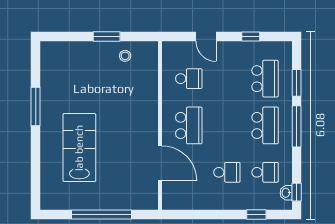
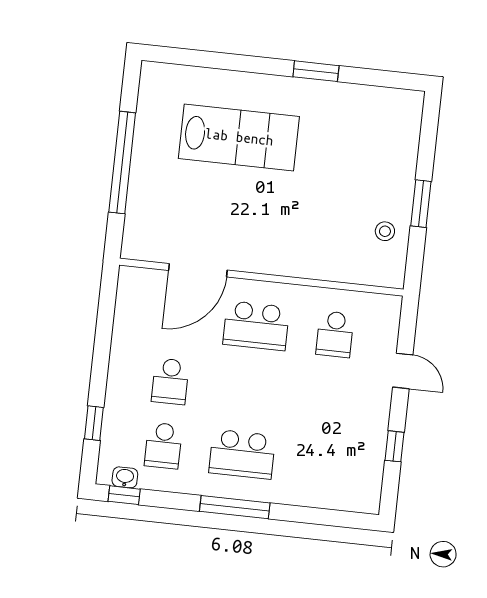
door: (206, 36) -> (403, 371), swing flipped
school desk: (265, 79) -> (321, 463), removed
window: (297, 83) -> (308, 515), removed
window: (36, 107) -> (316, 71), width x0.69

